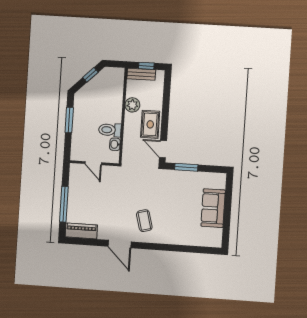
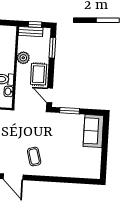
window: (167, 93) -> (52, 48), added
sofa: (213, 208) -> (93, 131), moved

